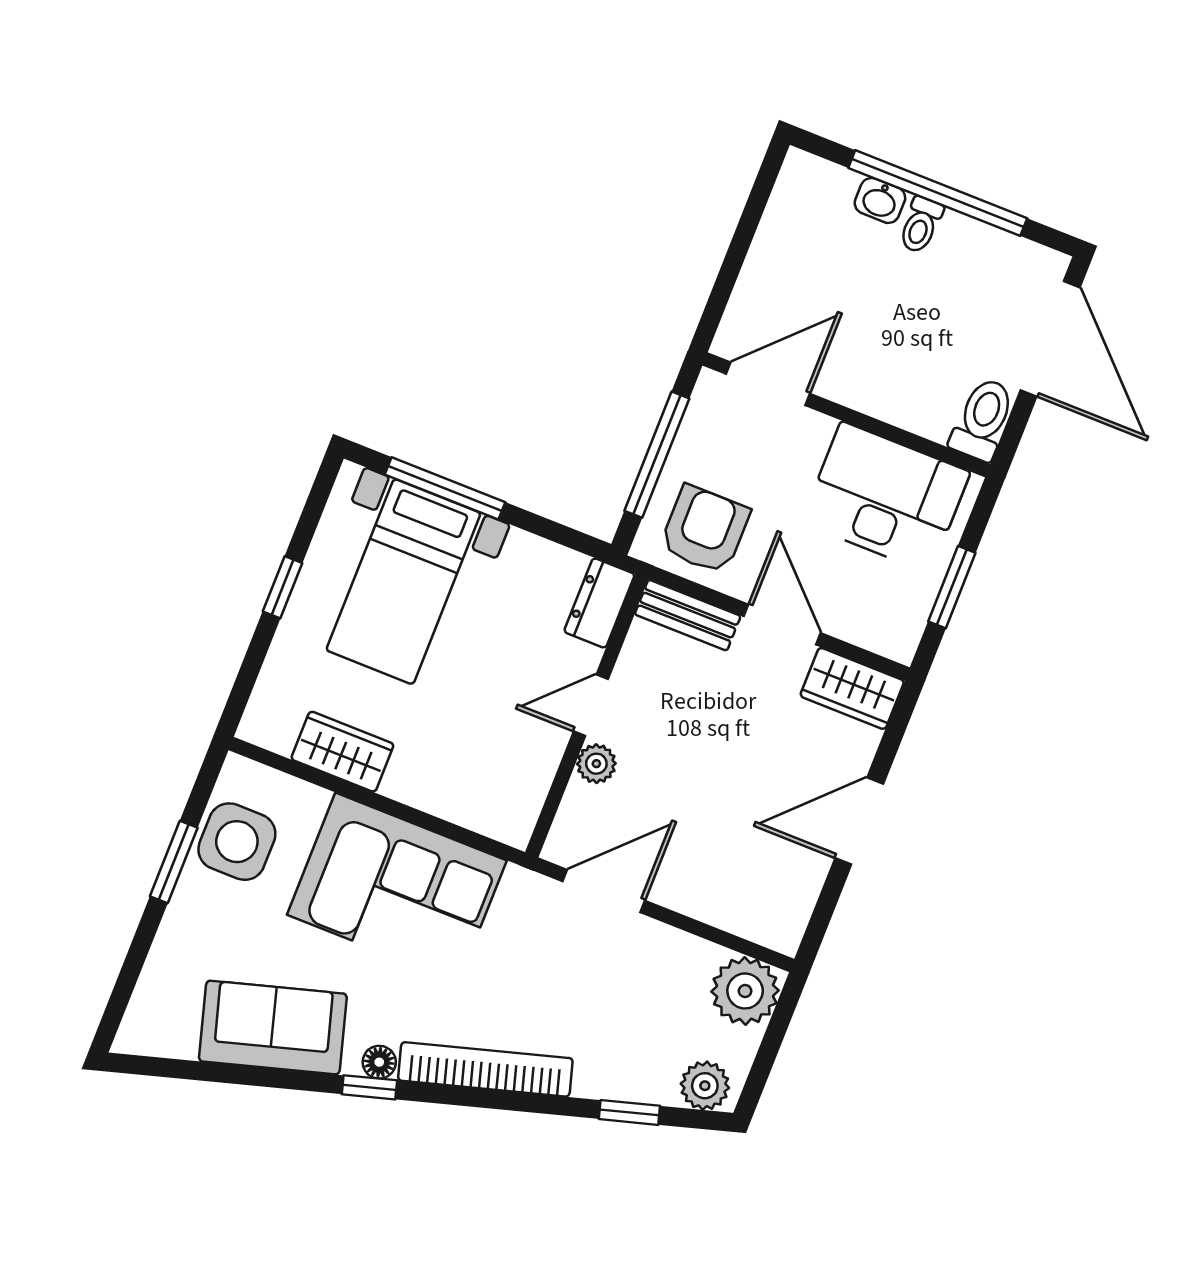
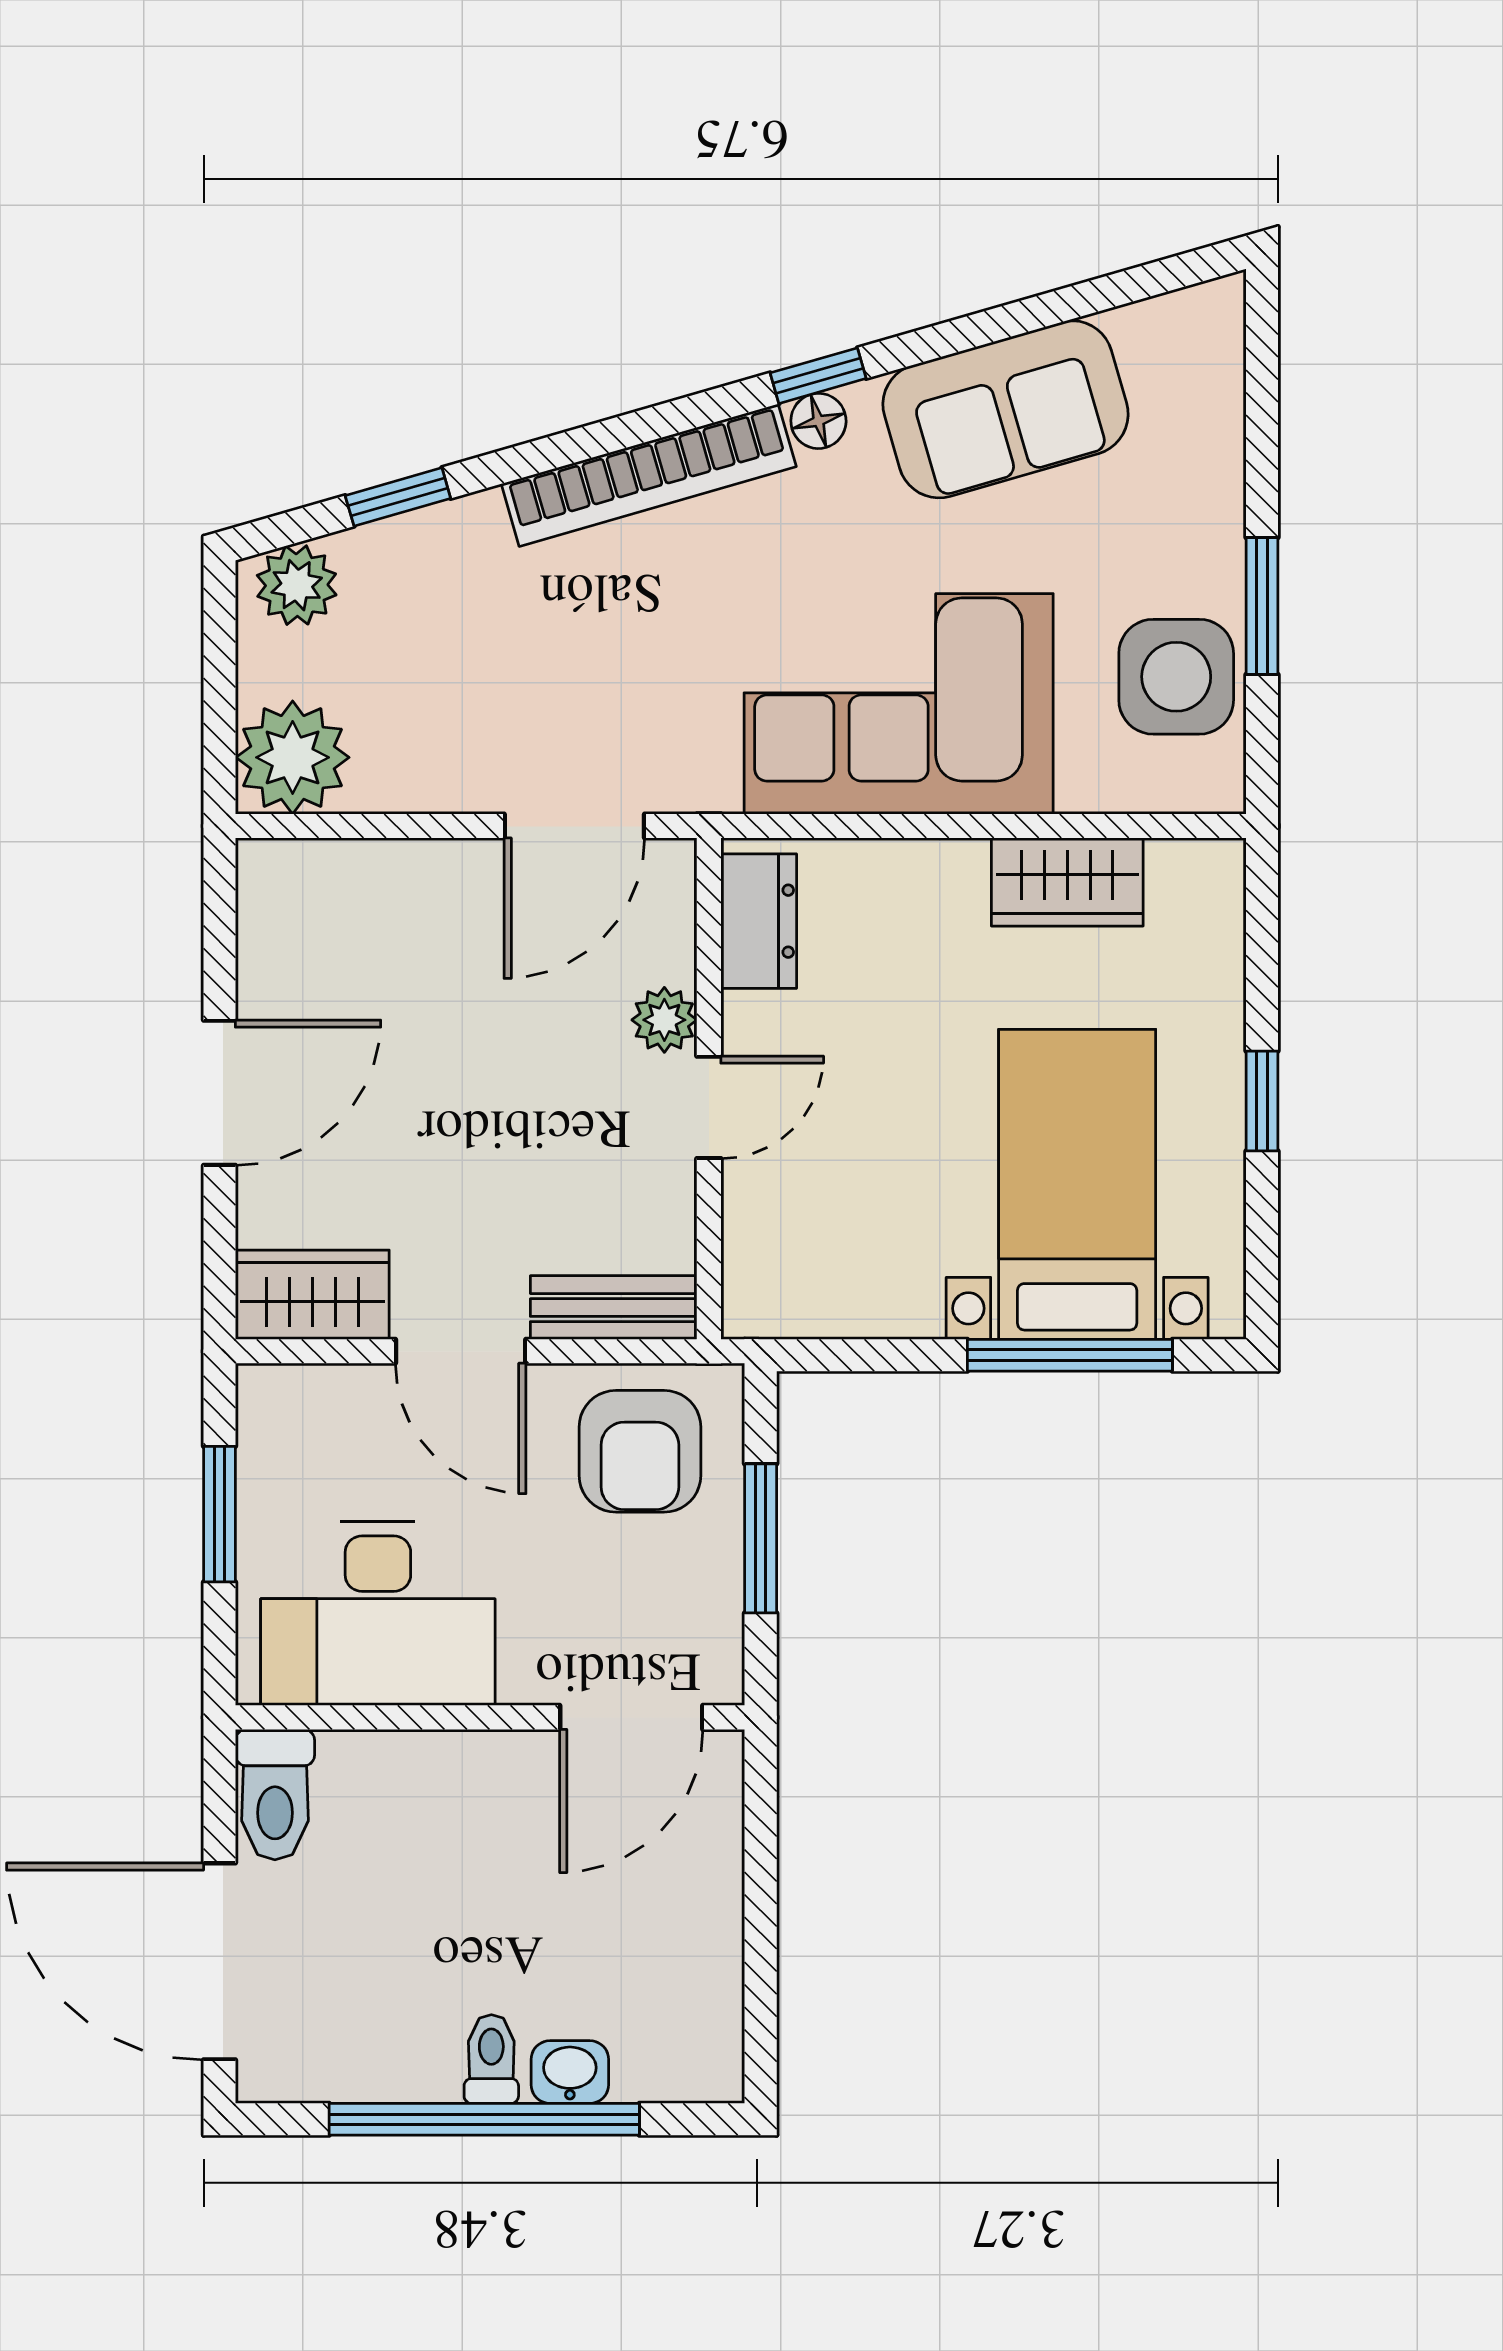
window: (657, 455) -> (761, 1538), width x0.69
dresser: (599, 603) -> (759, 921), moved

